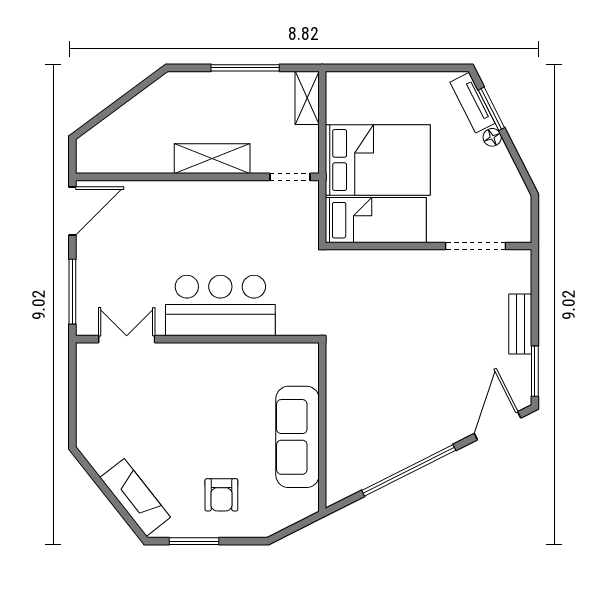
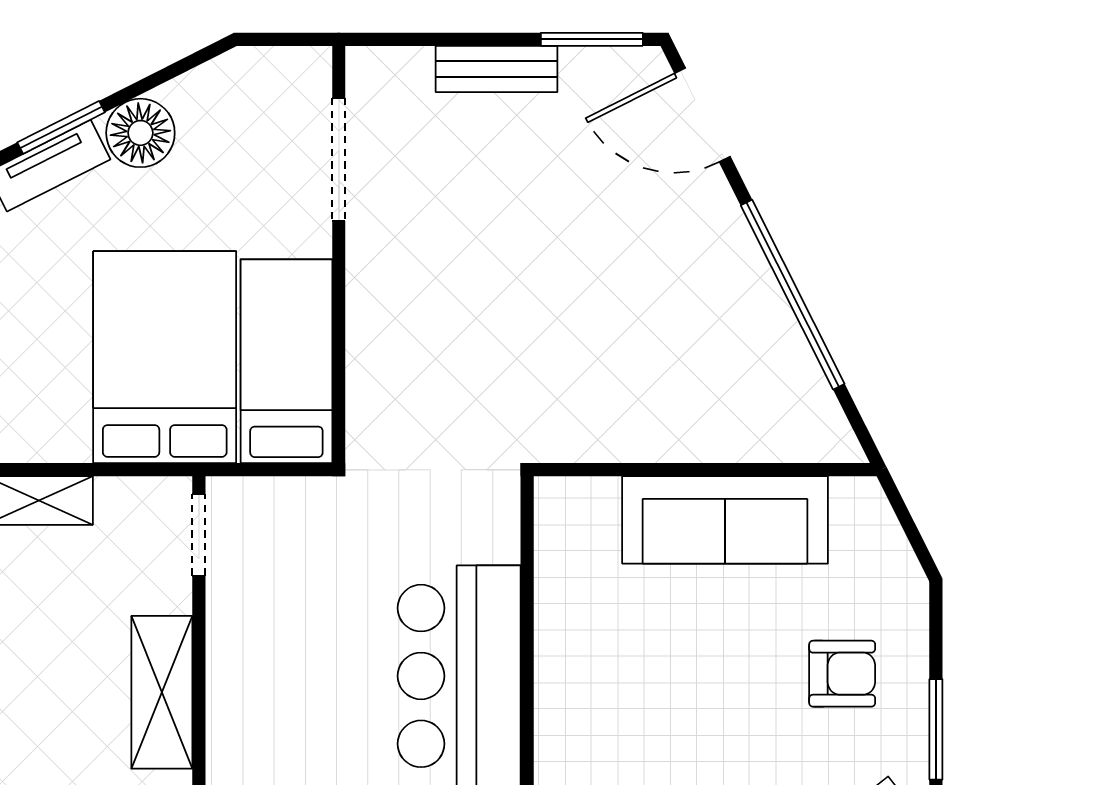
floor lamp: (492, 137) -> (140, 133), width x1.89, depth x1.89

